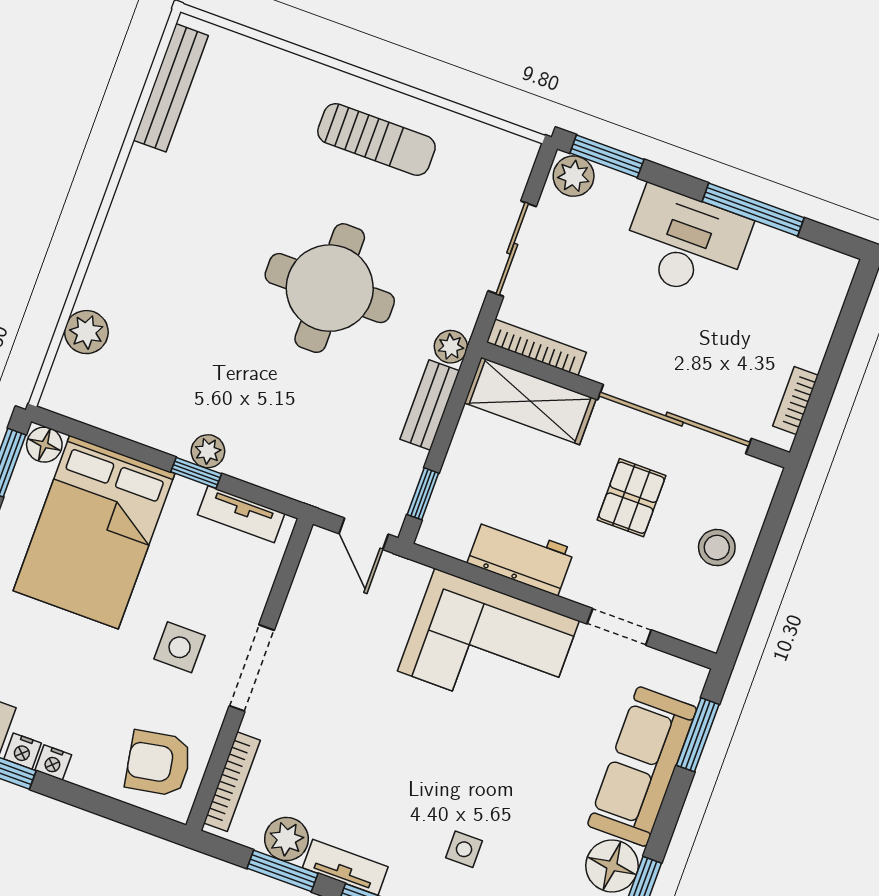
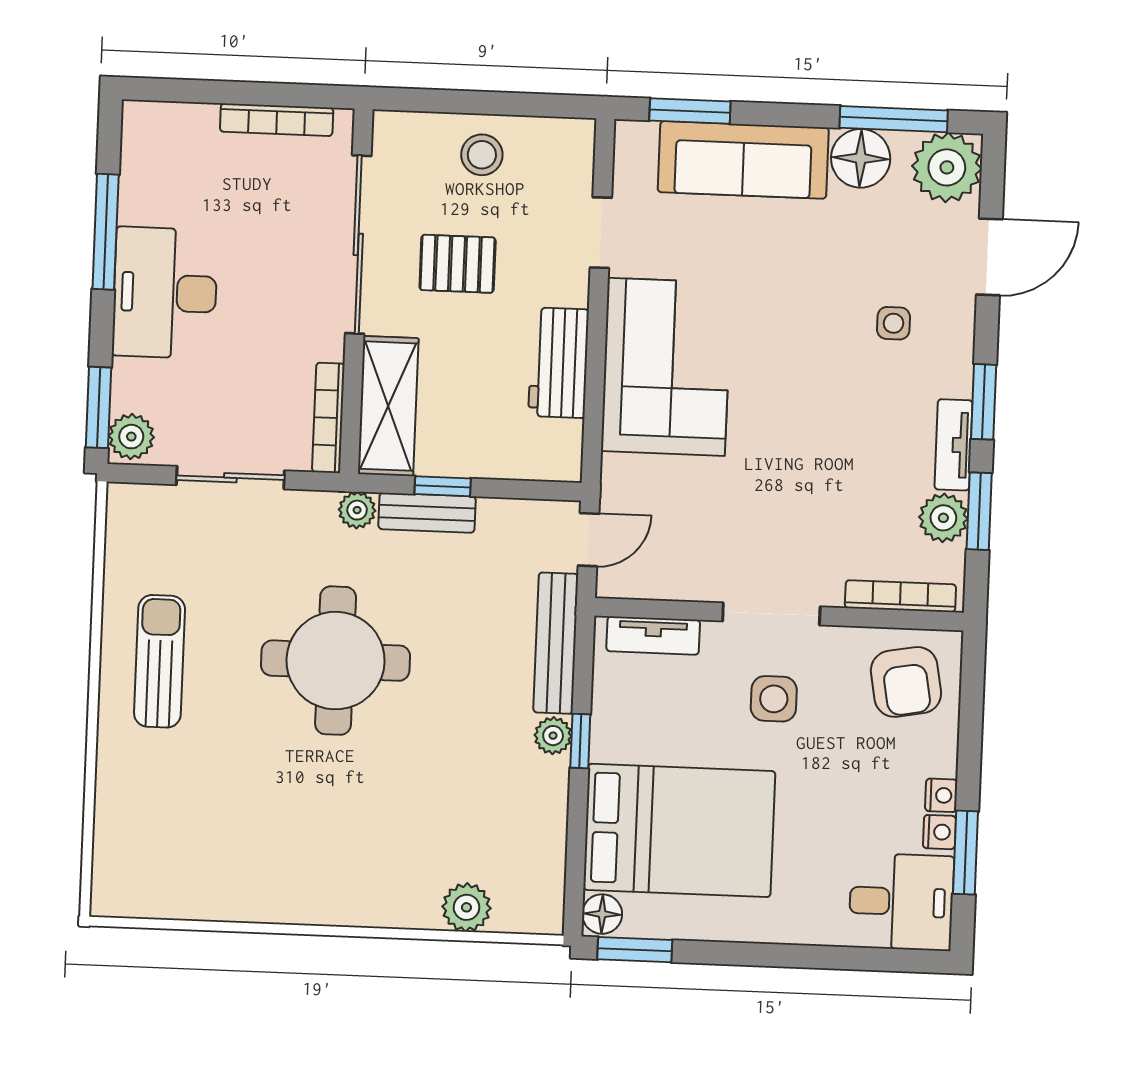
bench: (171, 88) -> (556, 643), moved, turned 90
bookcase: (795, 401) -> (277, 120), width x1.56
window: (423, 494) -> (443, 486), moved
tv unit: (241, 514) -> (653, 636), moved, turned 90

